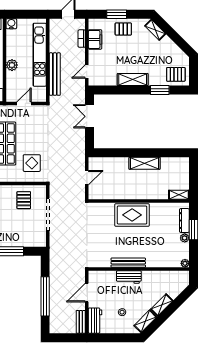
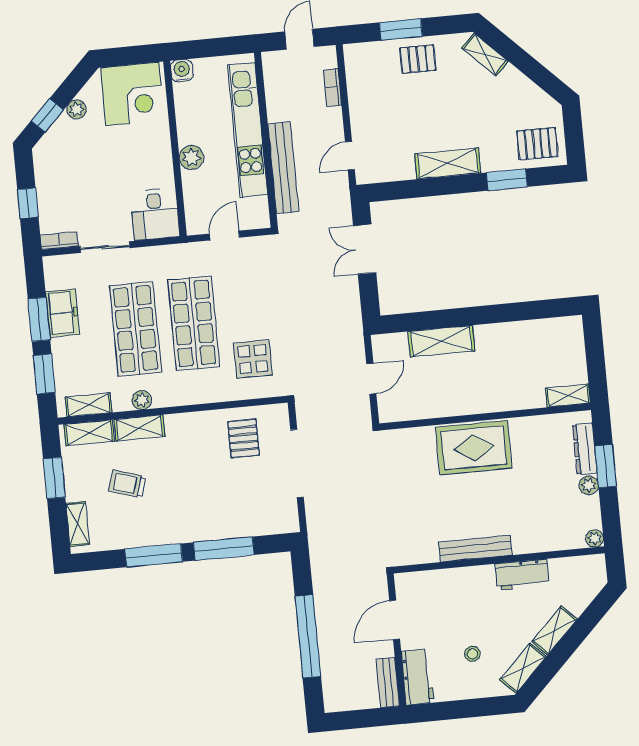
filing cabinet: (95, 39) -> (361, 87), removed
shelving: (145, 163) -> (441, 341), moved
workbench: (129, 277) -> (522, 575), moved

